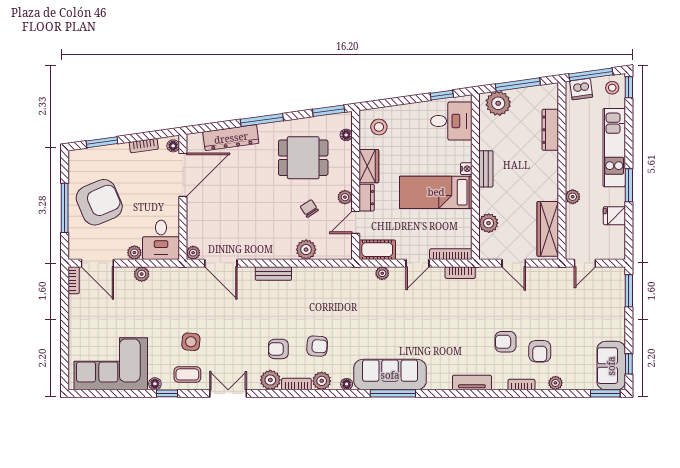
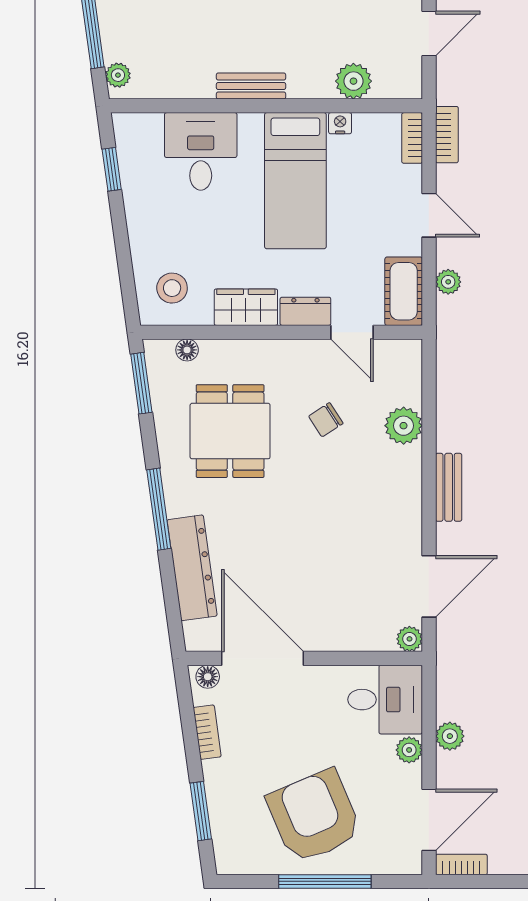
plant: (498, 103) -> (118, 75), width x0.53, depth x0.53
desk: (451, 121) -> (201, 151), moved
nightstand: (466, 169) -> (340, 123), moved
plant: (345, 197) -> (305, 352), removed
bookcase: (451, 254) -> (412, 138), width x0.64

